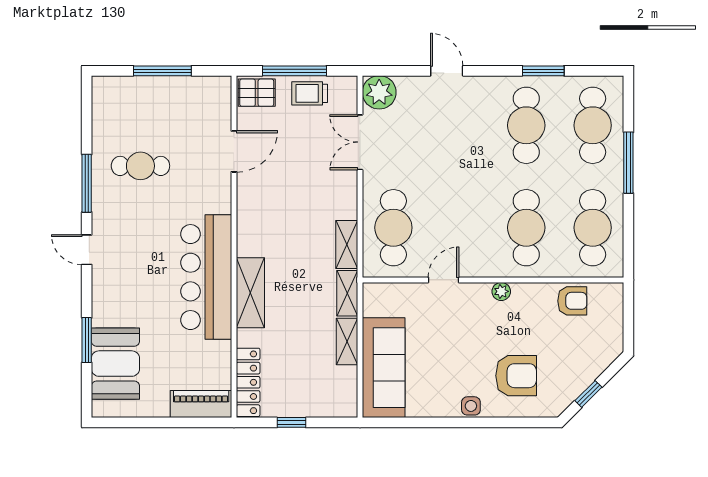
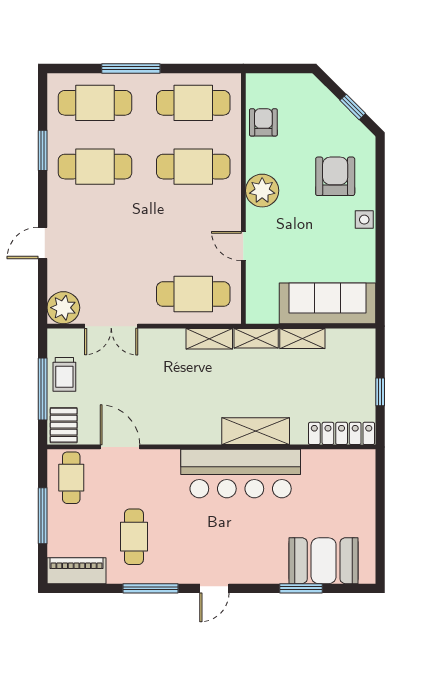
cafe table: (202, 101) -> (71, 478), added
plant: (501, 291) -> (262, 191), width x1.88, depth x1.88
piano: (201, 404) -> (77, 571), moved, turned 90

